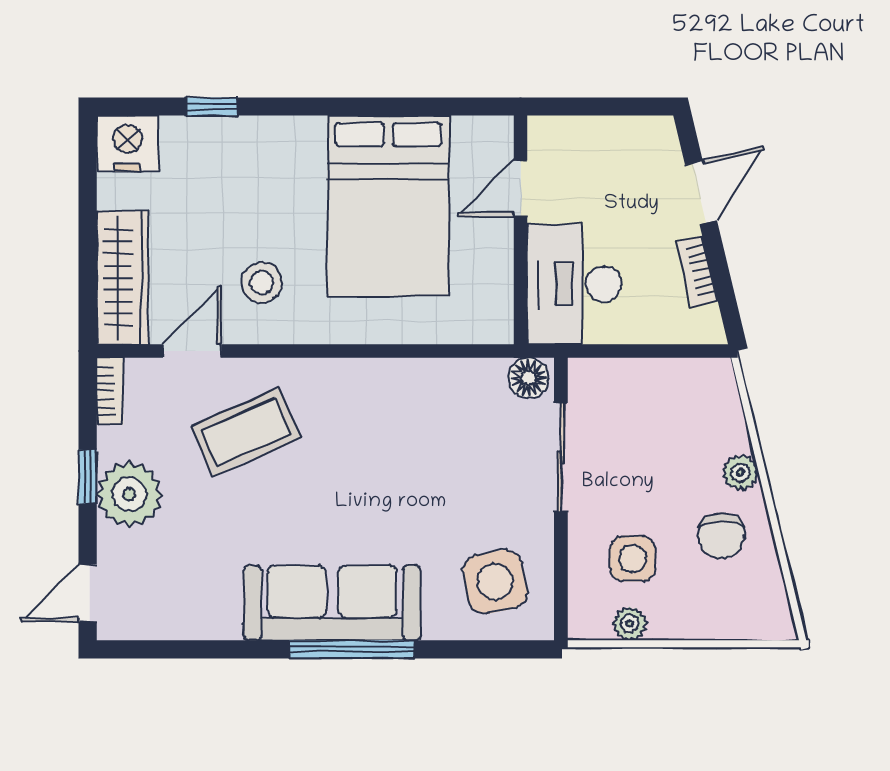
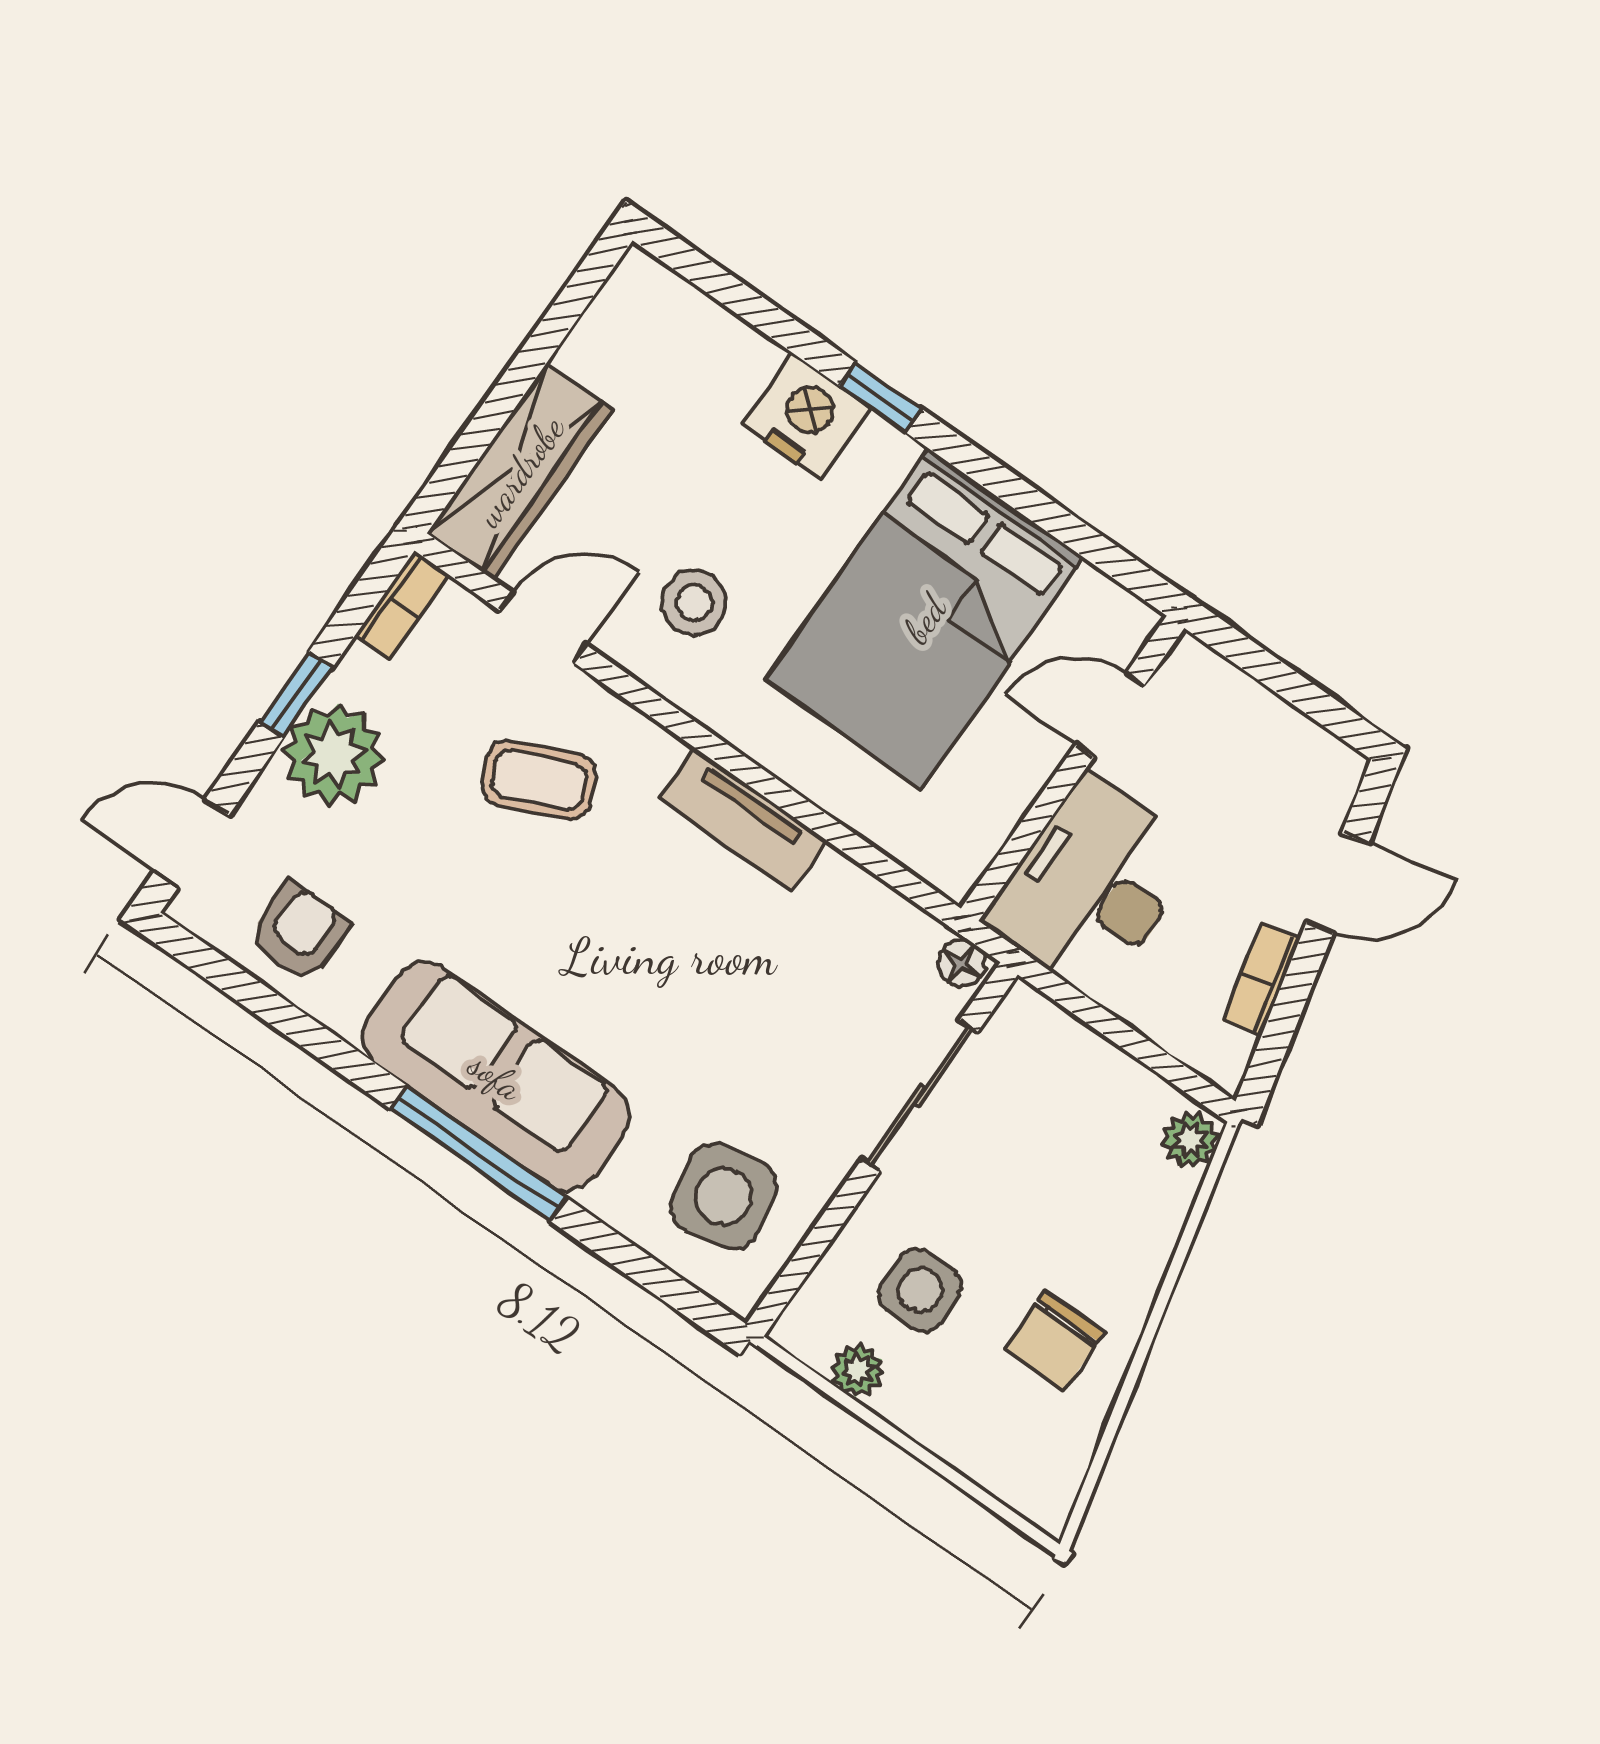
window: (212, 107) -> (880, 397), moved
nightstand: (128, 143) -> (806, 416), moved
tv unit: (367, 378) -> (743, 819), added
floor lamp: (529, 378) -> (962, 963), width x0.73, depth x0.73
coffee table: (246, 432) -> (539, 780), width x0.73, depth x0.77
plant: (740, 473) -> (1190, 1140), moved
armchair: (176, 600) -> (299, 932), added

